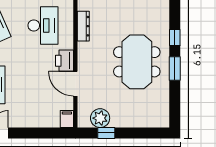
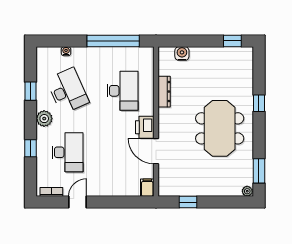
window: (175, 68) -> (259, 171), moved
plant: (100, 118) -> (247, 191), moved, width x0.53, depth x0.53

